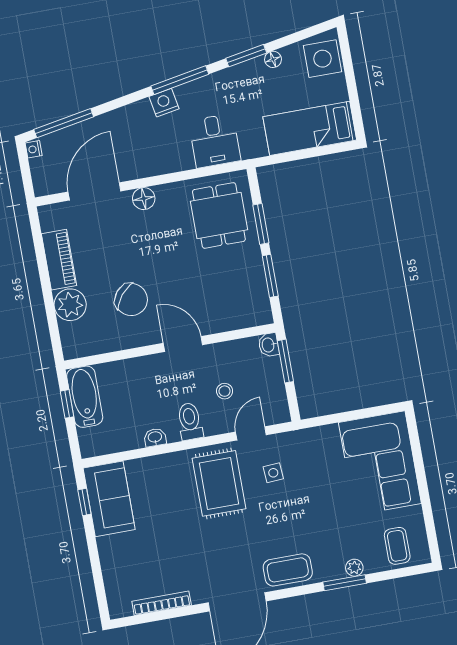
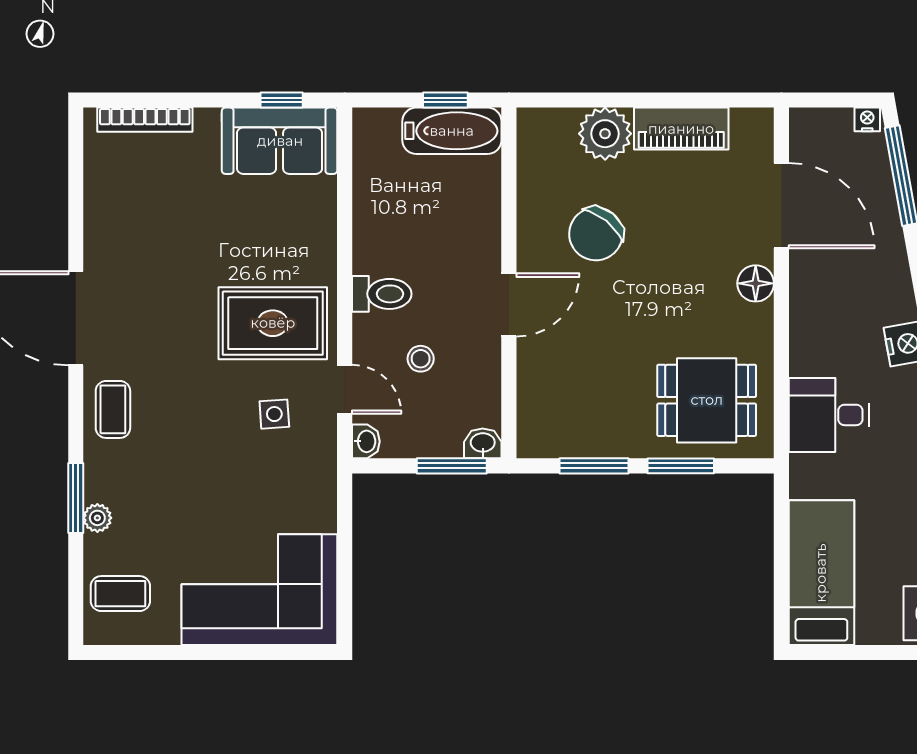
washbasin: (155, 437) -> (366, 441), moved
coffee table: (288, 570) -> (113, 409), width x0.73, depth x0.77
bookcase: (162, 603) -> (145, 120), moved, turned 90

